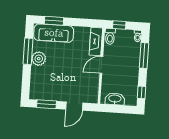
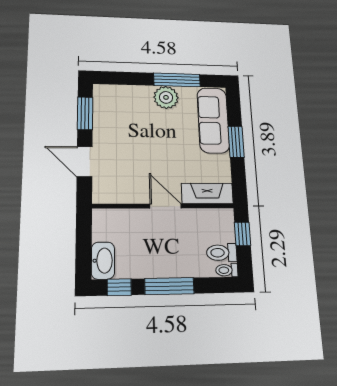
window: (54, 21) -> (236, 142), moved
toilet: (110, 36) -> (222, 253), moved
window: (144, 56) -> (169, 286), moved
washbasin: (115, 99) -> (103, 261), moved

